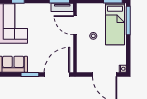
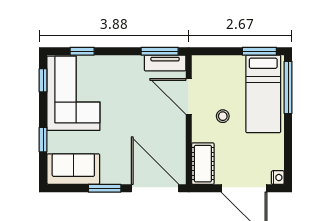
cot: (83, 61) -> (203, 164), added
door: (57, 74) -> (155, 188), hinge flipped

